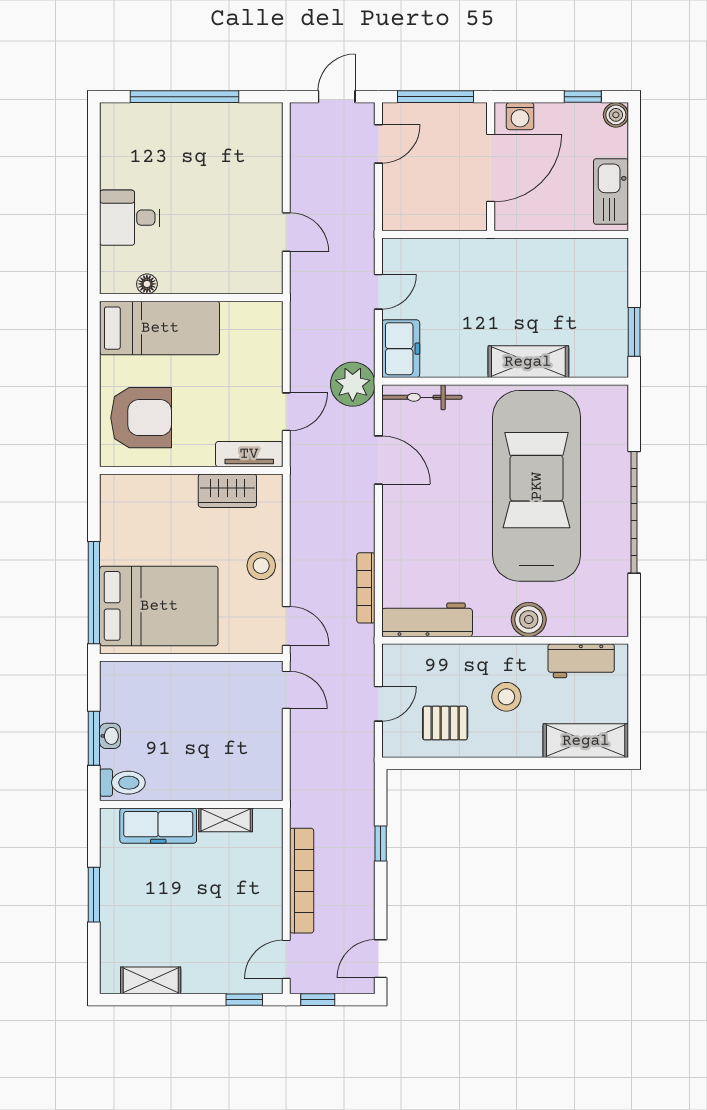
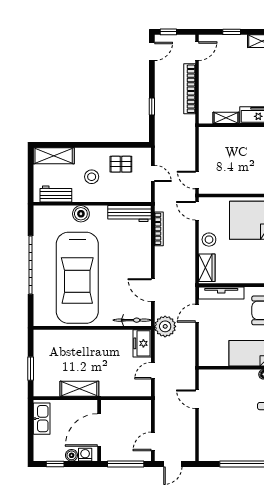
boiler: (616, 115) -> (72, 455), moved
window: (634, 332) -> (31, 369), moved
shelving: (528, 362) -> (79, 389), moved
tv unit: (249, 454) -> (221, 293), width x1.41
wardrobe: (227, 491) -> (207, 268), moved, turned 90
door: (378, 704) -> (153, 173), swing flipped
window: (244, 1000) -> (232, 32), moved
window: (318, 1000) -> (168, 32), moved

